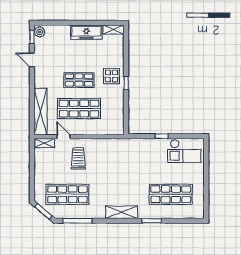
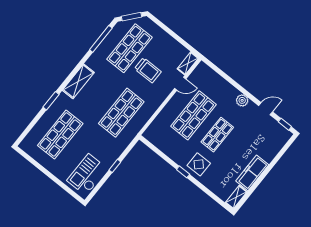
plant: (40, 32) -> (242, 100), moved
shelving: (40, 112) -> (217, 81), removed
trolley: (78, 158) -> (148, 70), moved
shop shelf: (119, 163) -> (121, 113), added

